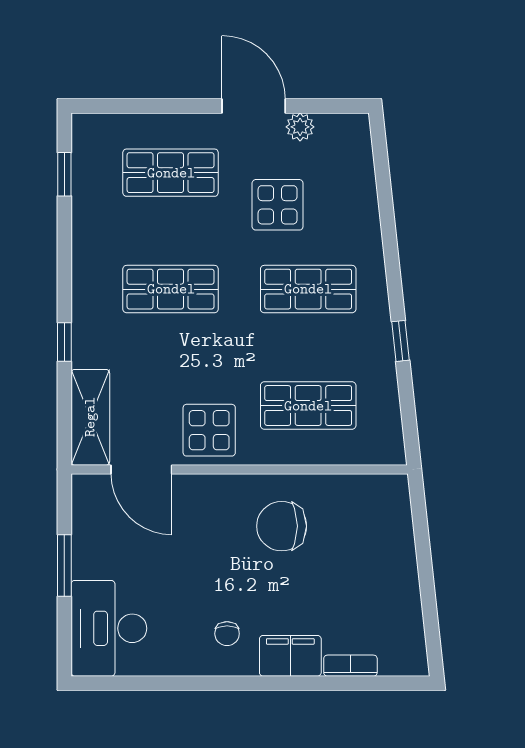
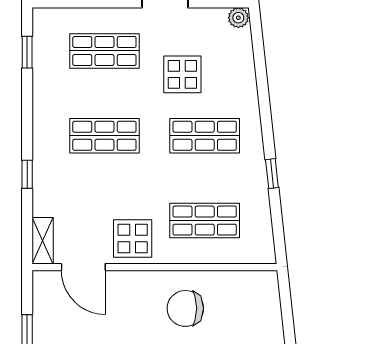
plant: (300, 127) -> (238, 18), moved
shelving: (90, 417) -> (43, 241), width x0.67, depth x0.75

